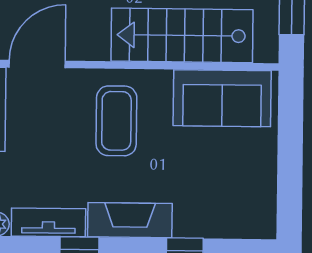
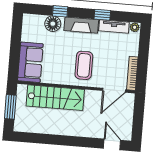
sofa: (222, 98) -> (30, 62), moved, turned 90
floor lamp: (201, 219) -> (53, 24), added

